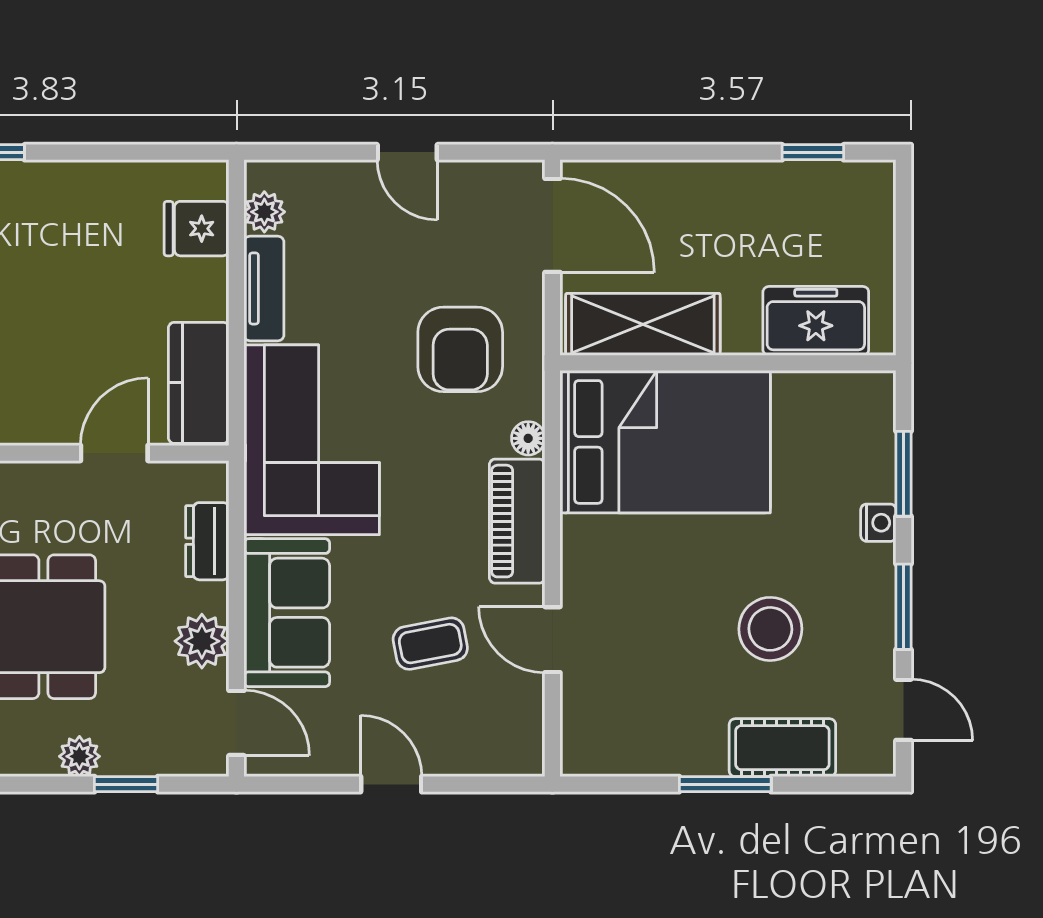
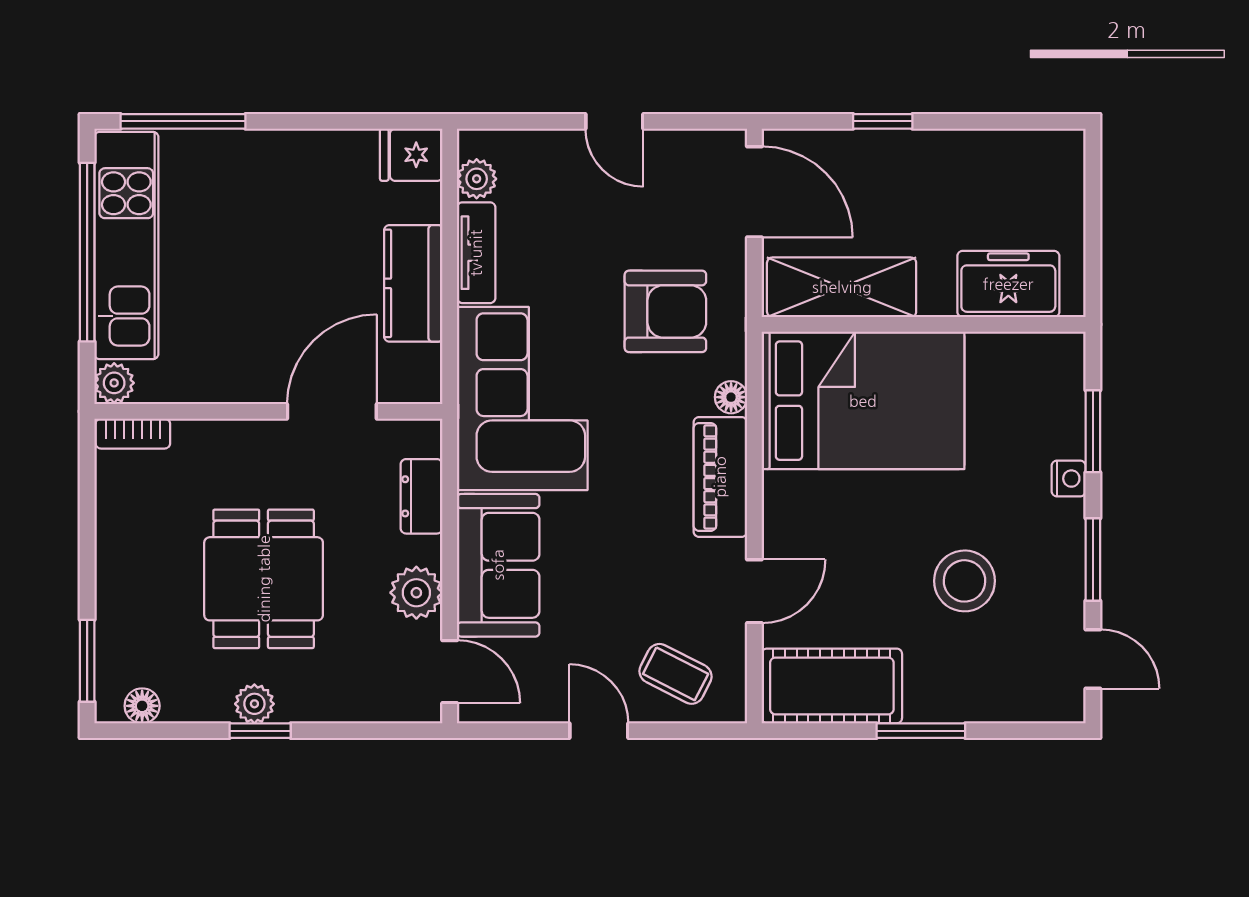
window: (813, 152) -> (883, 121), moved
fridge: (196, 229) -> (411, 155), moved
armchair: (460, 349) -> (665, 311), turned -90
kitchen counter: (199, 383) -> (413, 283), moved
door: (114, 453) -> (332, 411), width x1.38
door: (552, 640) -> (754, 591), swing flipped
coffee table: (430, 644) -> (676, 674), moved, turned 38
cot: (782, 748) -> (832, 686), moved, width x1.37, depth x1.34
plant: (79, 756) -> (254, 704), moved
window: (126, 784) -> (260, 731), moved

